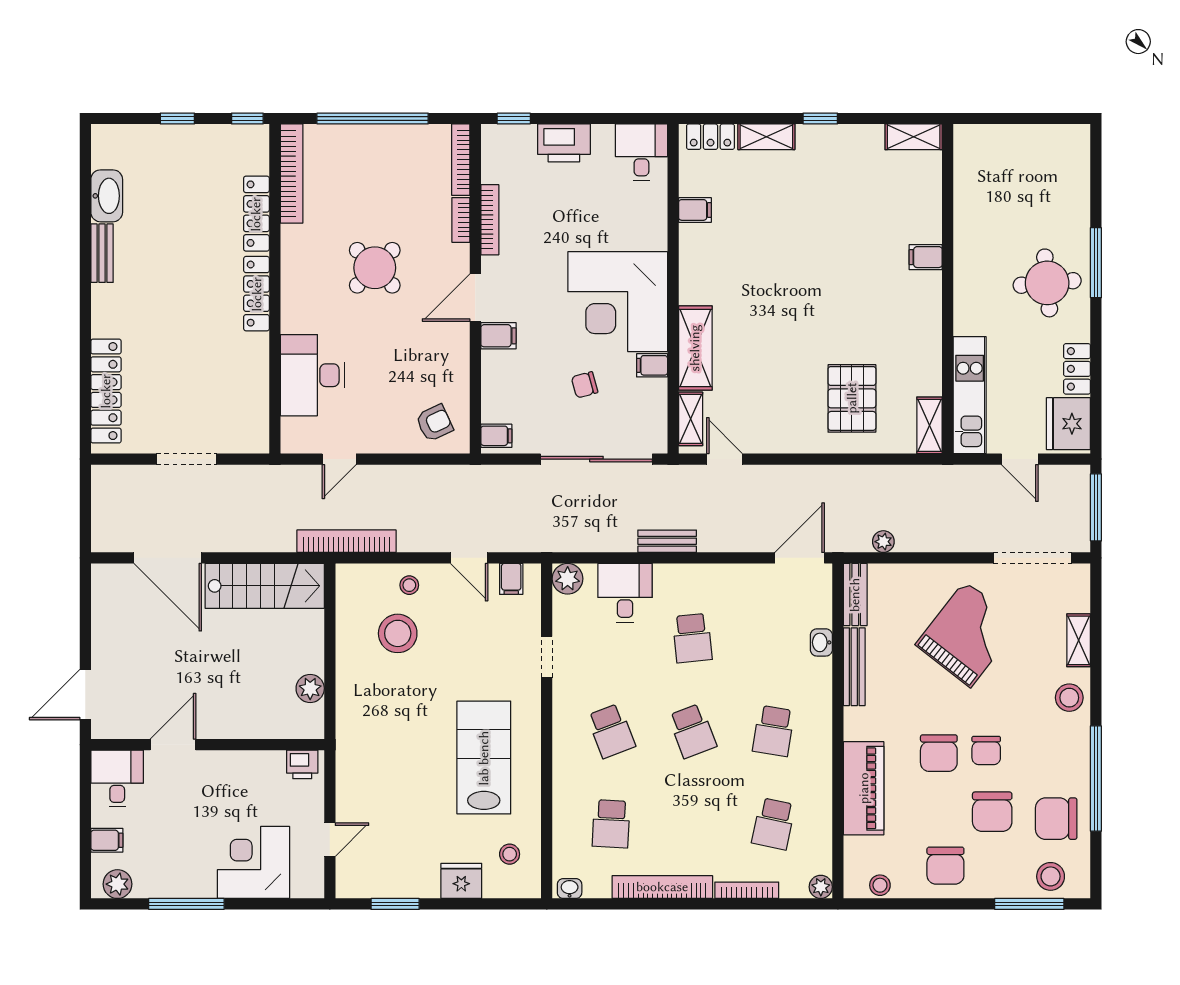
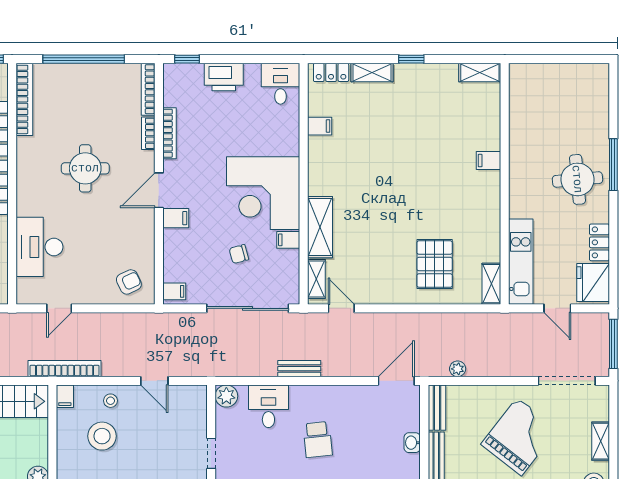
round table: (375, 268) -> (85, 168), turned 45
filing cabinet: (511, 579) -> (65, 396), moved

